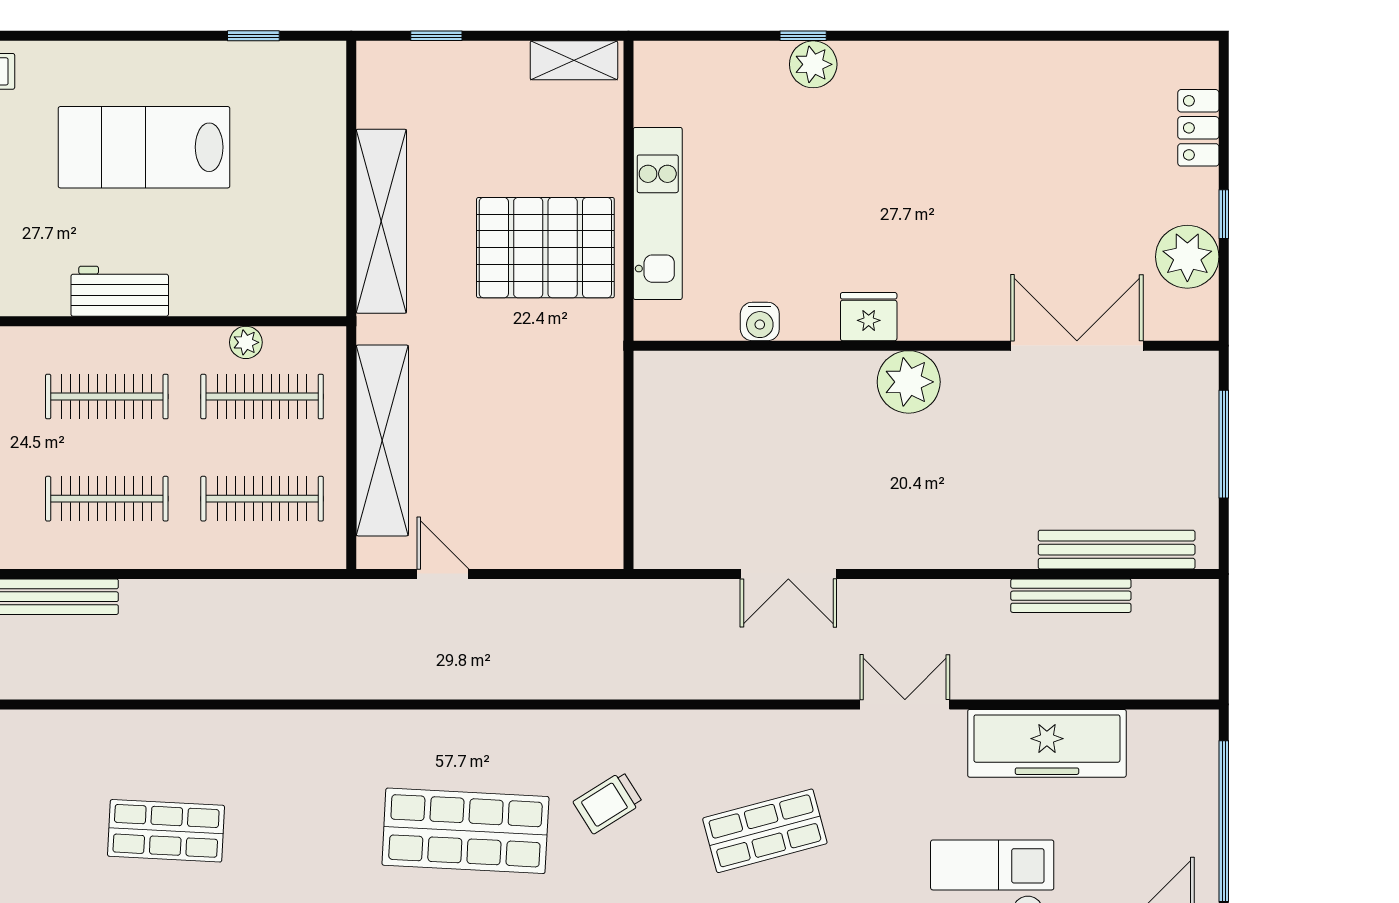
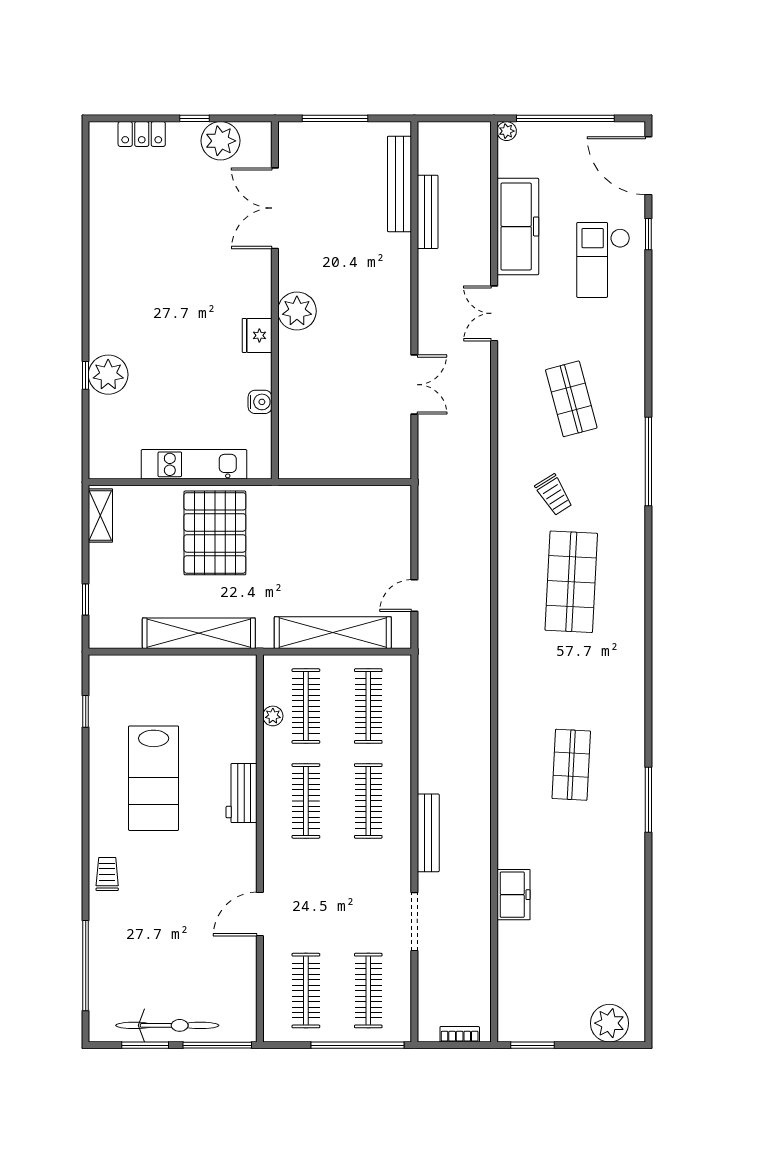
plant: (813, 64) -> (108, 375), width x1.36, depth x1.36
plant: (1203, 725) -> (507, 131), added

